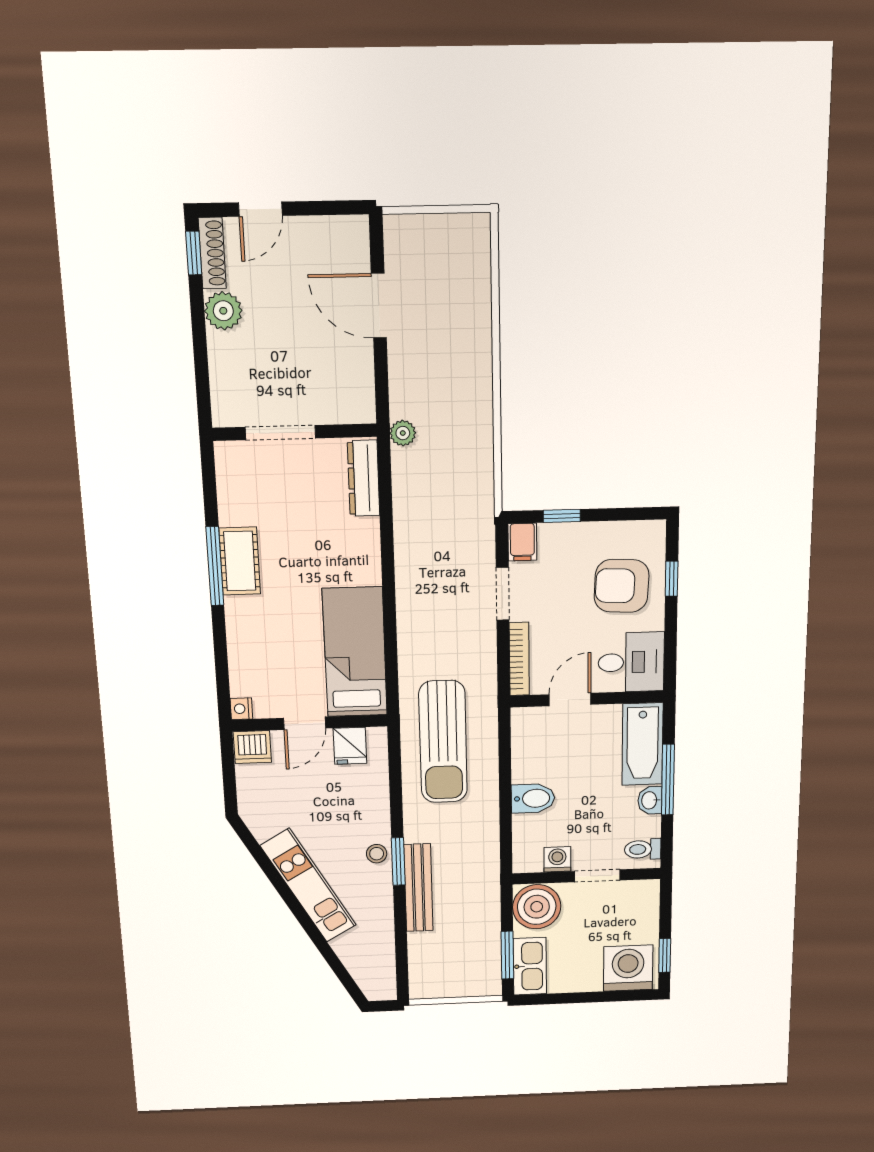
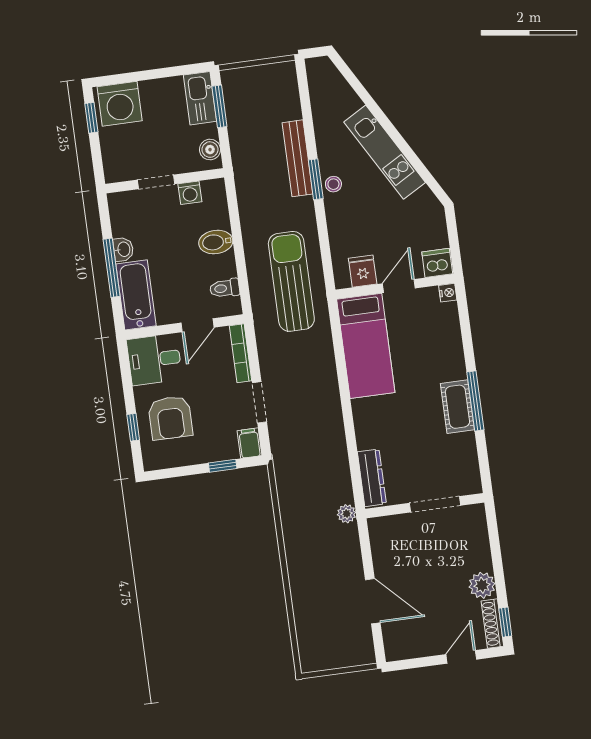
armchair: (621, 586) -> (170, 418), turned 87
toilet: (643, 849) -> (225, 288), moved, turned 180
boiler: (537, 907) -> (210, 150), width x0.54, depth x0.54

